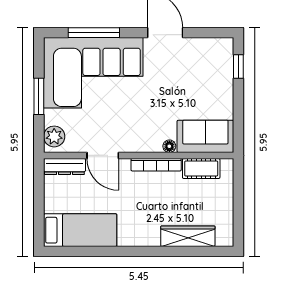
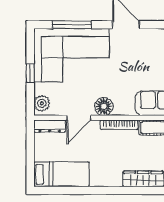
window: (39, 96) -> (30, 73), width x0.67
floor lamp: (169, 146) -> (104, 106), moved, width x1.89, depth x1.89
door: (103, 155) -> (79, 118), hinge flipped

